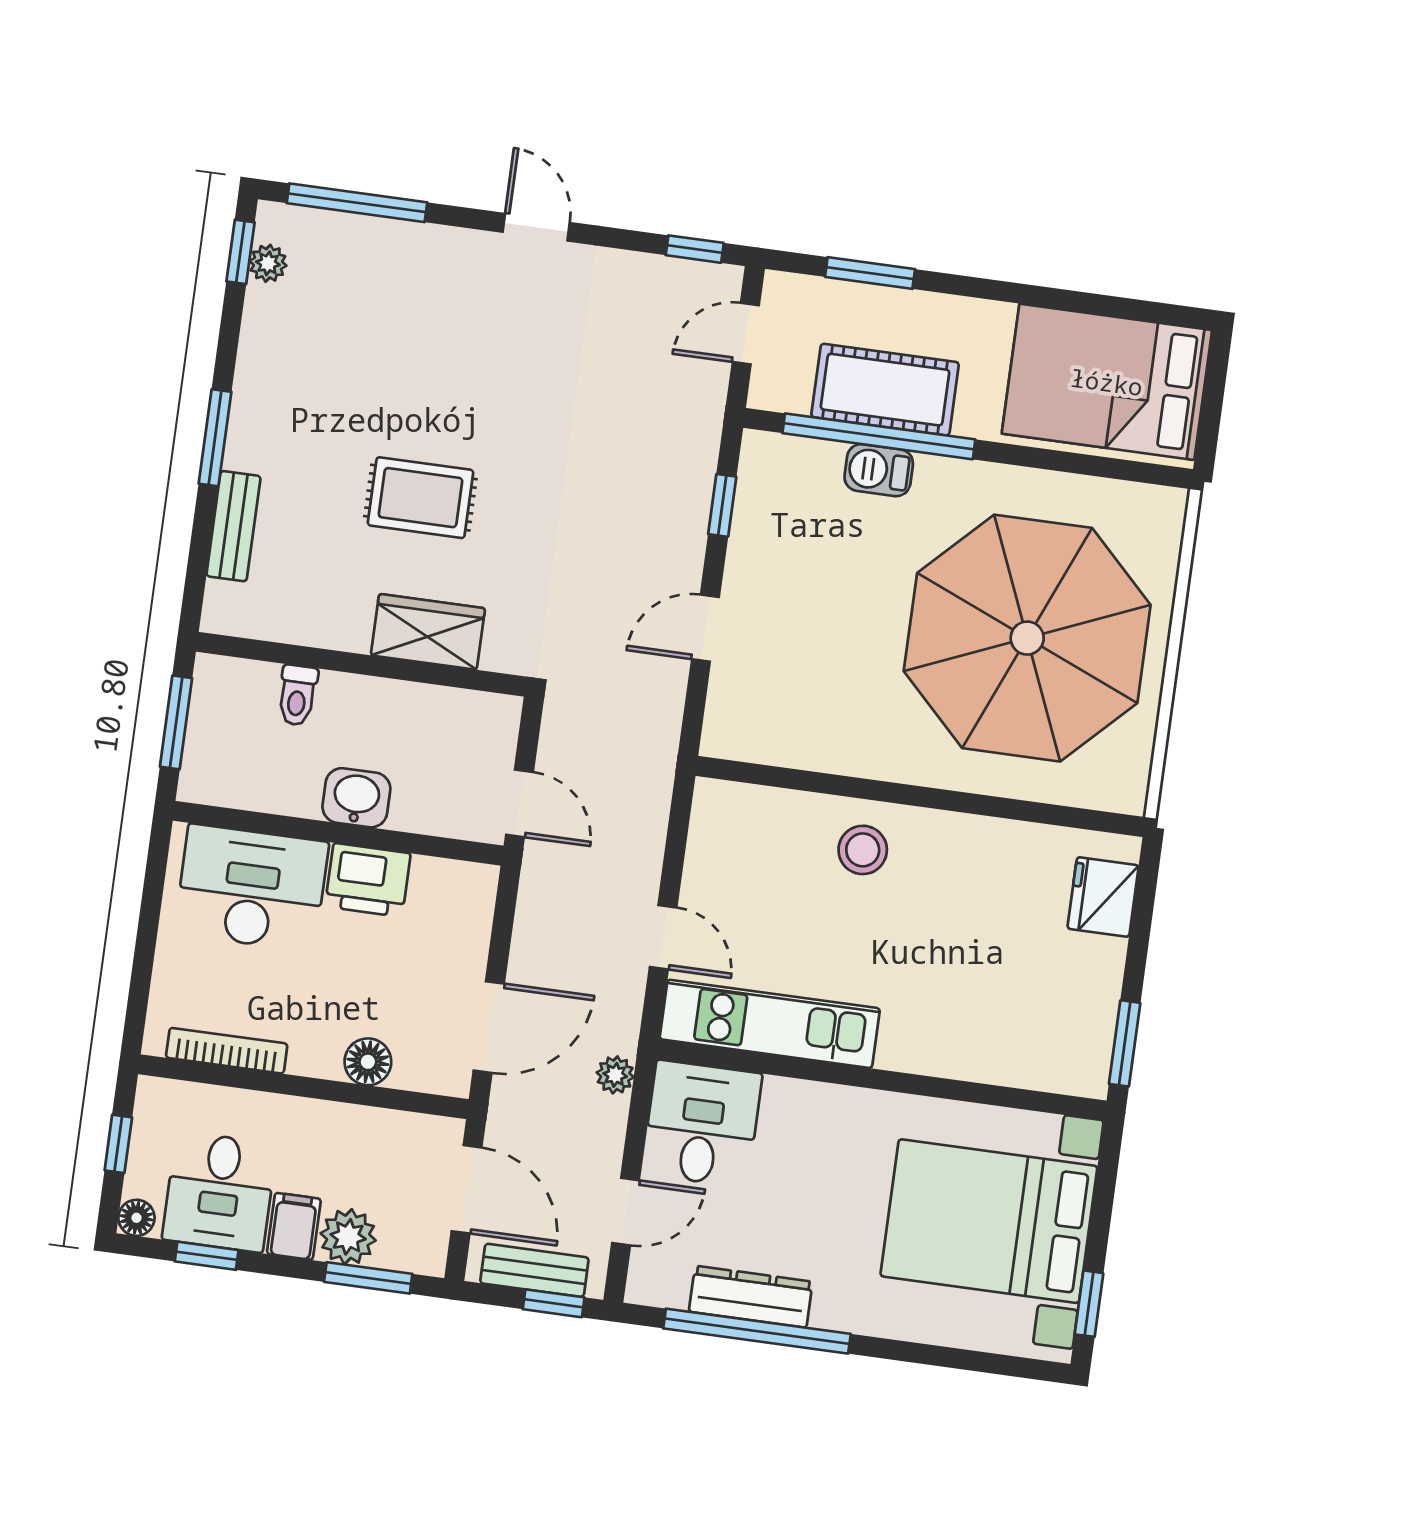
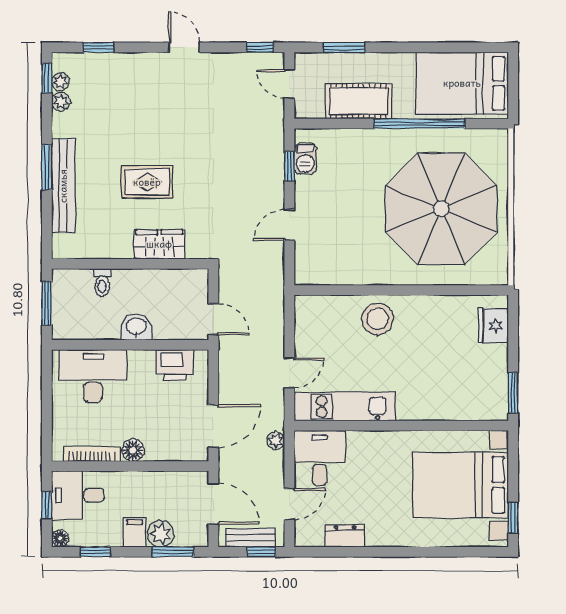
window: (357, 203) -> (98, 47), width x0.46
plant: (263, 305) -> (61, 102), added
door: (746, 334) -> (289, 84), hinge flipped
window: (879, 436) -> (419, 124), moved
barbecue: (879, 470) -> (305, 158), moved, turned -90
bench: (234, 526) -> (63, 186), width x1.86, depth x1.21
stool: (863, 850) -> (378, 319), width x1.38, depth x1.38
printer: (368, 880) -> (175, 365), moved
door: (663, 937) -> (289, 373), hinge flipped
floor lamp: (368, 1062) -> (133, 450), moved
desk: (220, 1192) -> (78, 495), moved, turned 90
dresser: (751, 1297) -> (345, 536), width x0.70
window: (757, 1331) -> (359, 552), removed

